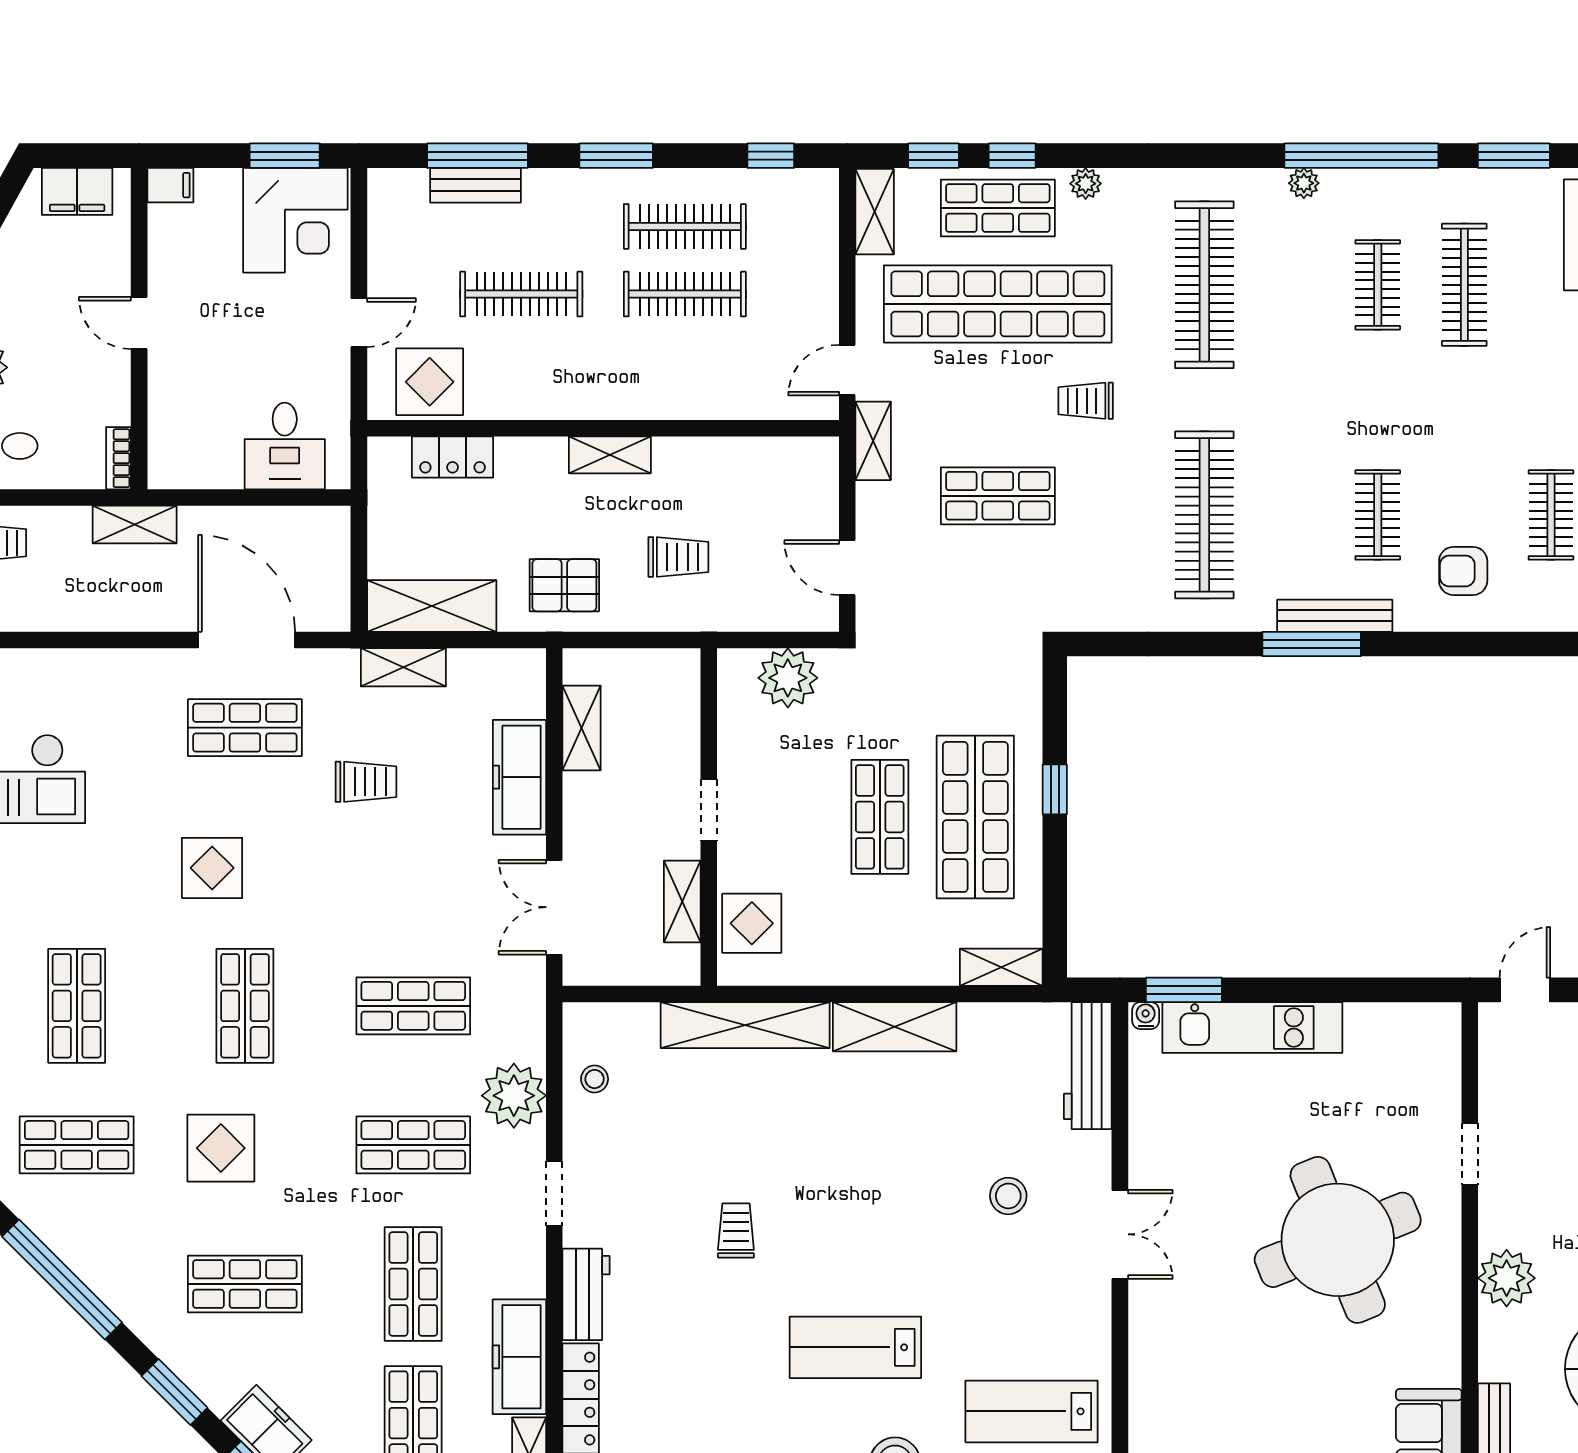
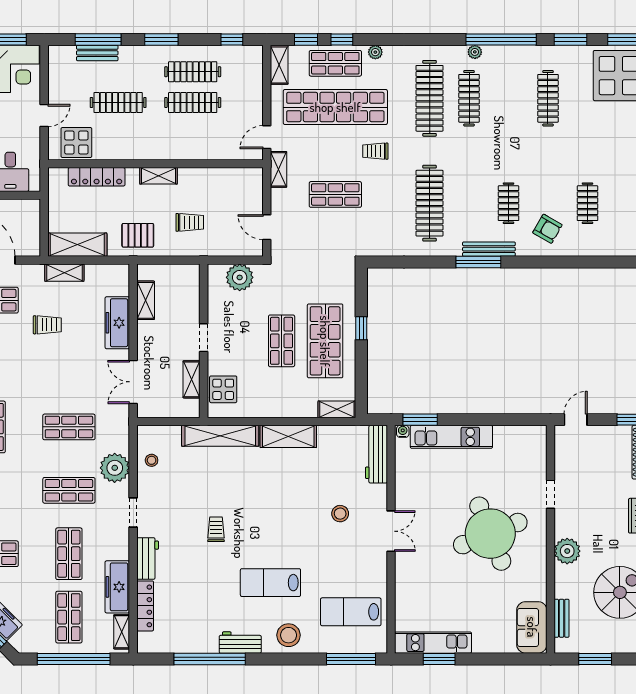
clothes rail: (1378, 285) -> (469, 98), moved, width x1.36
locker: (453, 457) -> (97, 177), width x1.53
armchair: (1463, 571) -> (547, 229), turned -150

